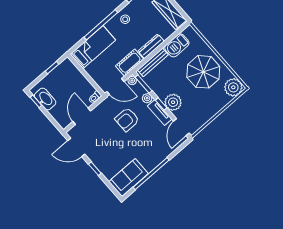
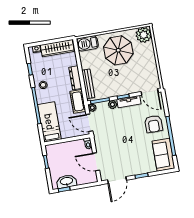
barbecue: (177, 45) -> (87, 43), moved, turned 90
door: (116, 87) -> (89, 123), swing flipped
plant: (173, 102) -> (127, 87), removed
armchair: (127, 119) -> (154, 124), moved

